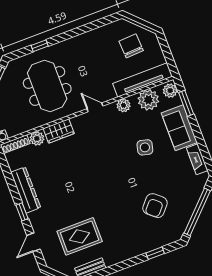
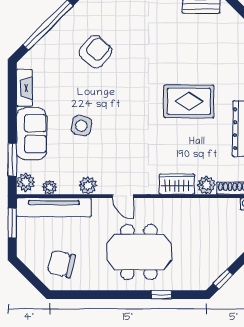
chair: (131, 46) -> (61, 264), moved, turned 106
window: (169, 57) -> (12, 223), added
meeting table: (47, 86) -> (139, 252), moved, turned 90
plant: (148, 100) -> (50, 187), width x0.53, depth x0.53
rug: (80, 236) -> (189, 101), moved

